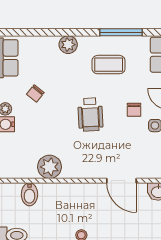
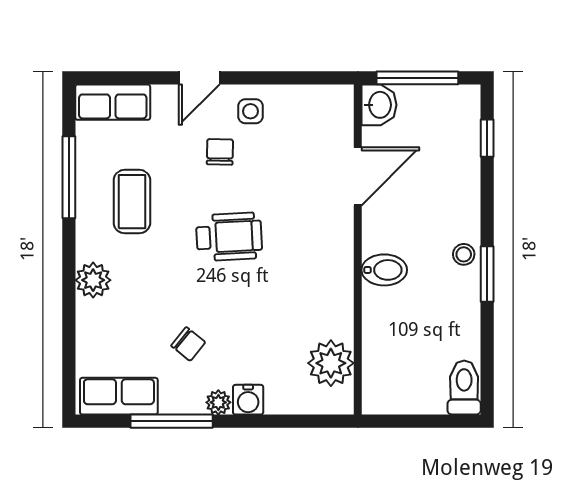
chair: (134, 110) -> (220, 152), turned -89
plant: (50, 167) -> (331, 363), moved
bidet: (29, 194) -> (384, 270), moved

